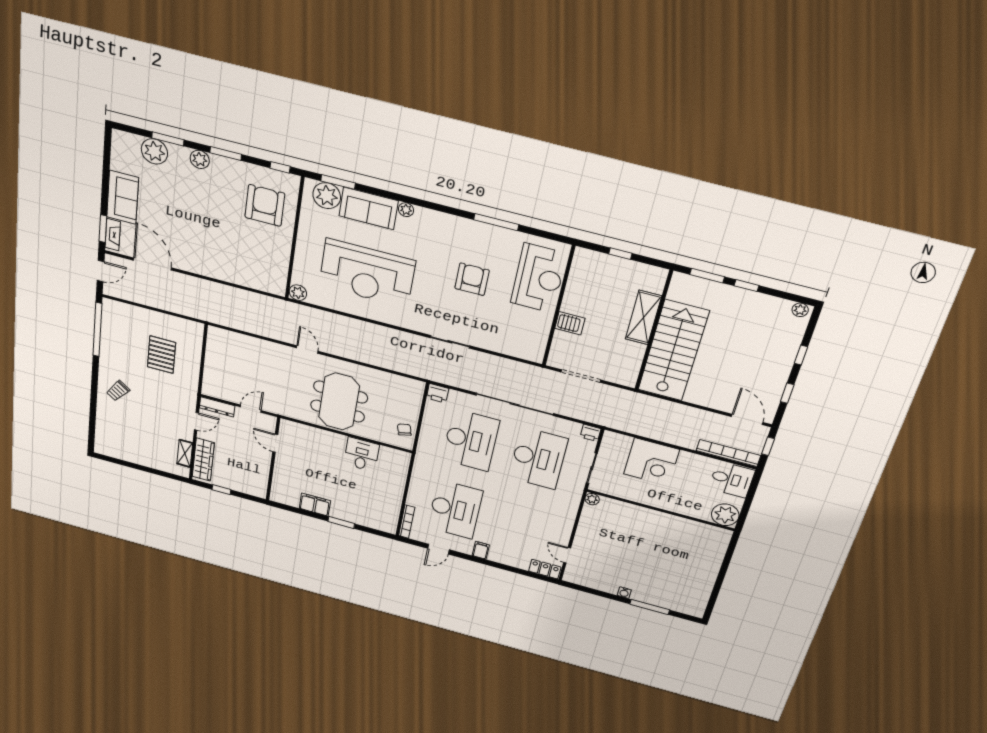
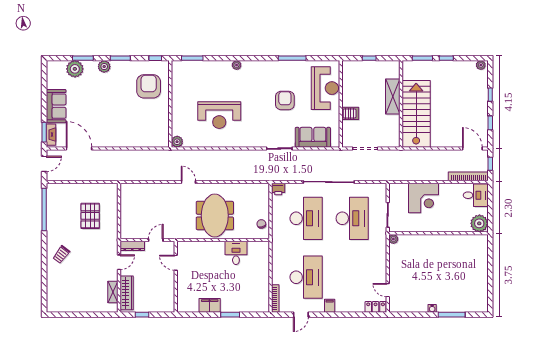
plant: (327, 196) -> (187, 69), removed
sofa: (369, 208) -> (313, 137), moved, turned 180
reception desk: (367, 273) -> (219, 115), width x0.74, depth x0.77
printer: (591, 433) -> (381, 188), removed

